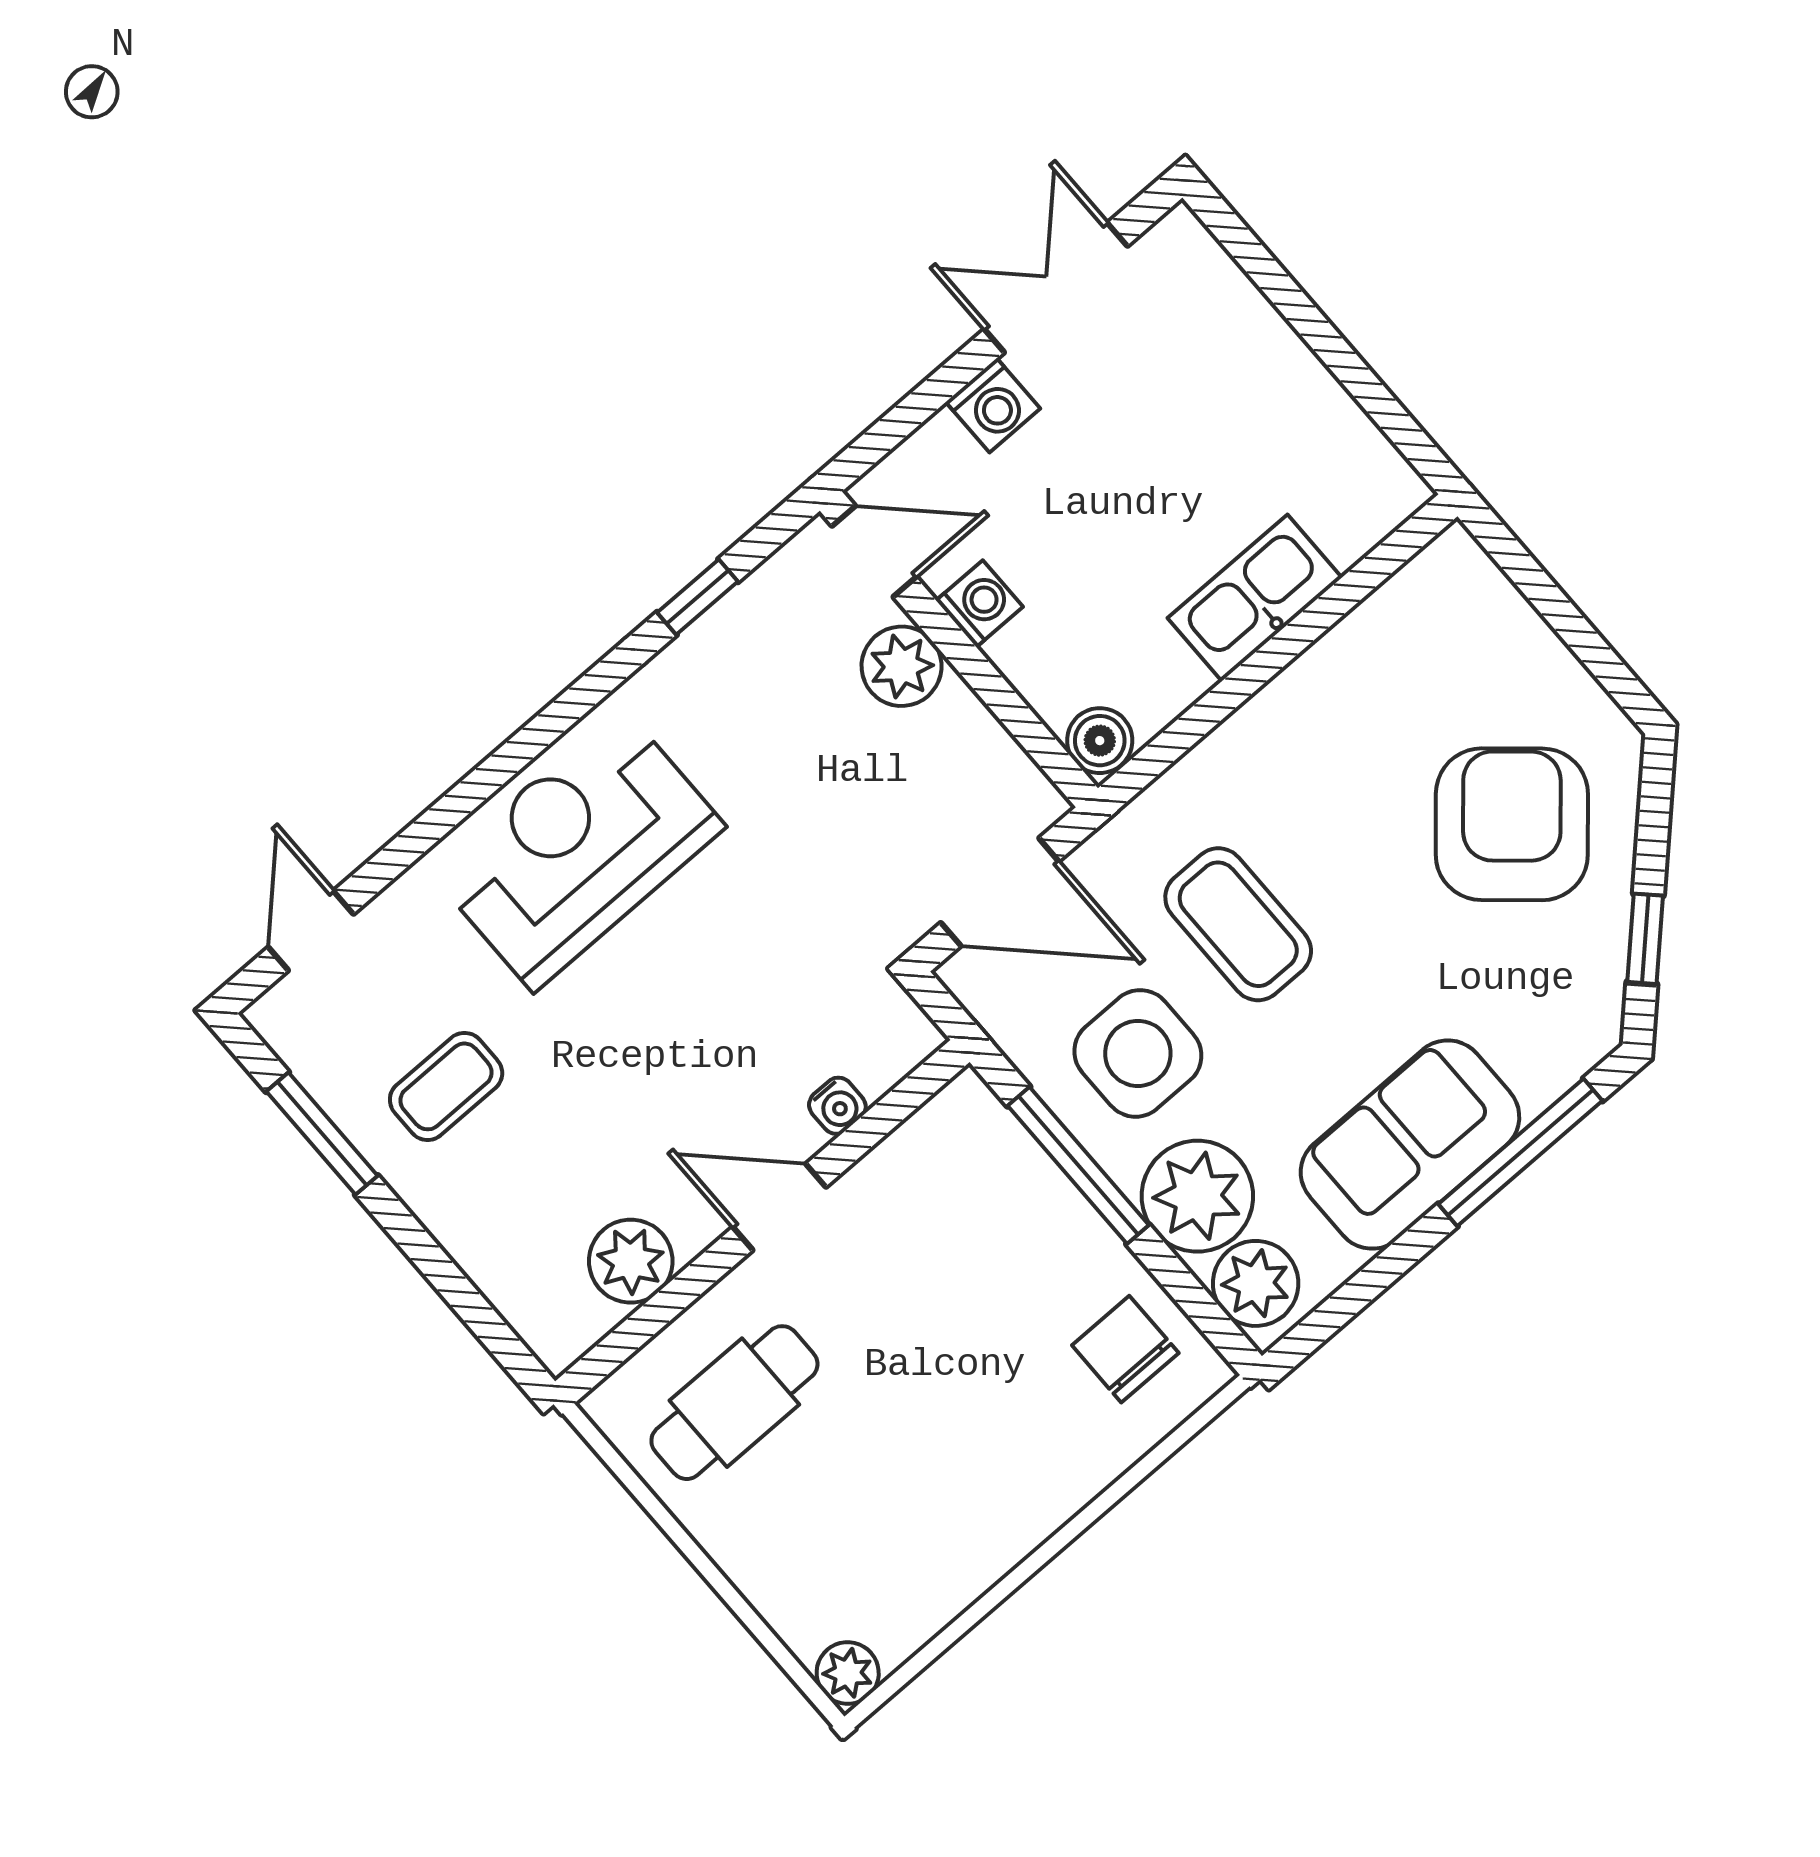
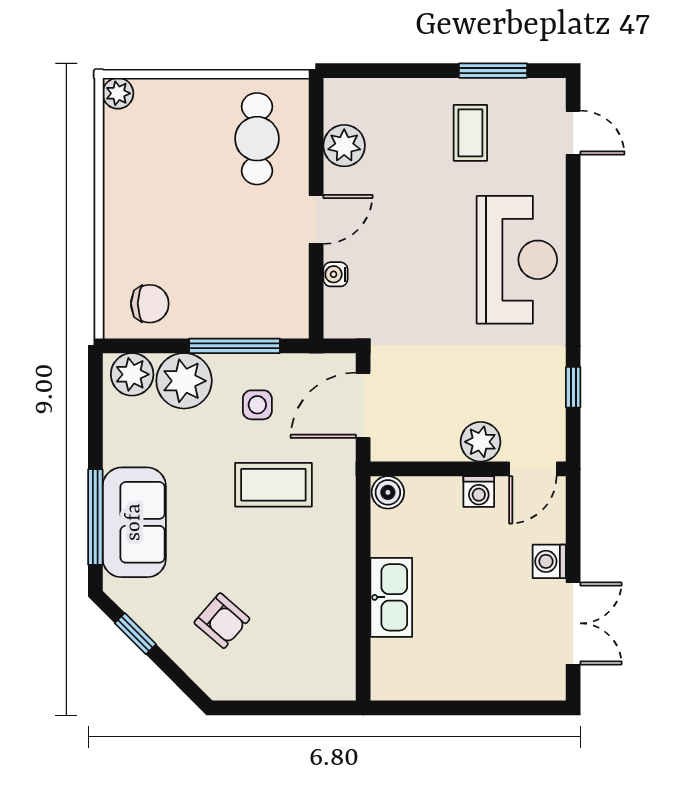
armchair: (1512, 824) -> (222, 621), width x0.53, depth x0.53
side table: (1138, 1053) -> (257, 405), width x0.54, depth x0.54
sofa: (1410, 1145) -> (134, 522), moved

